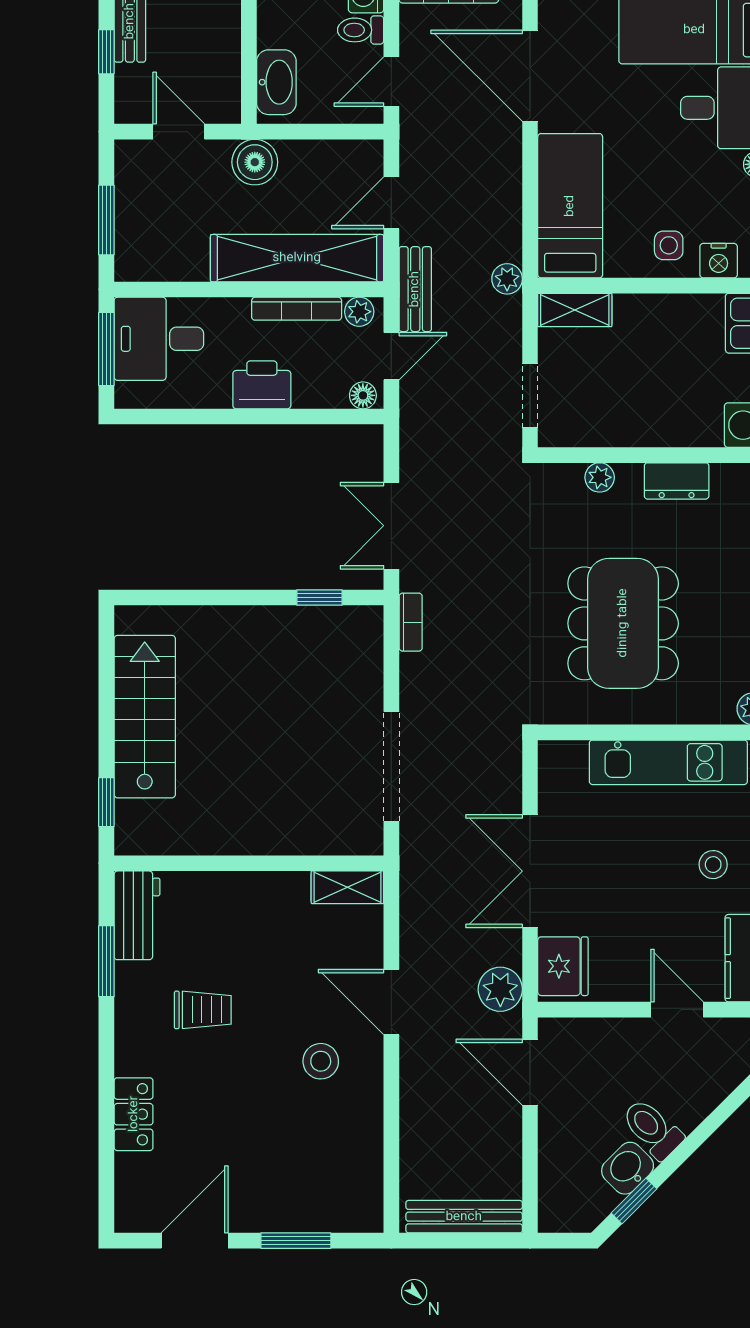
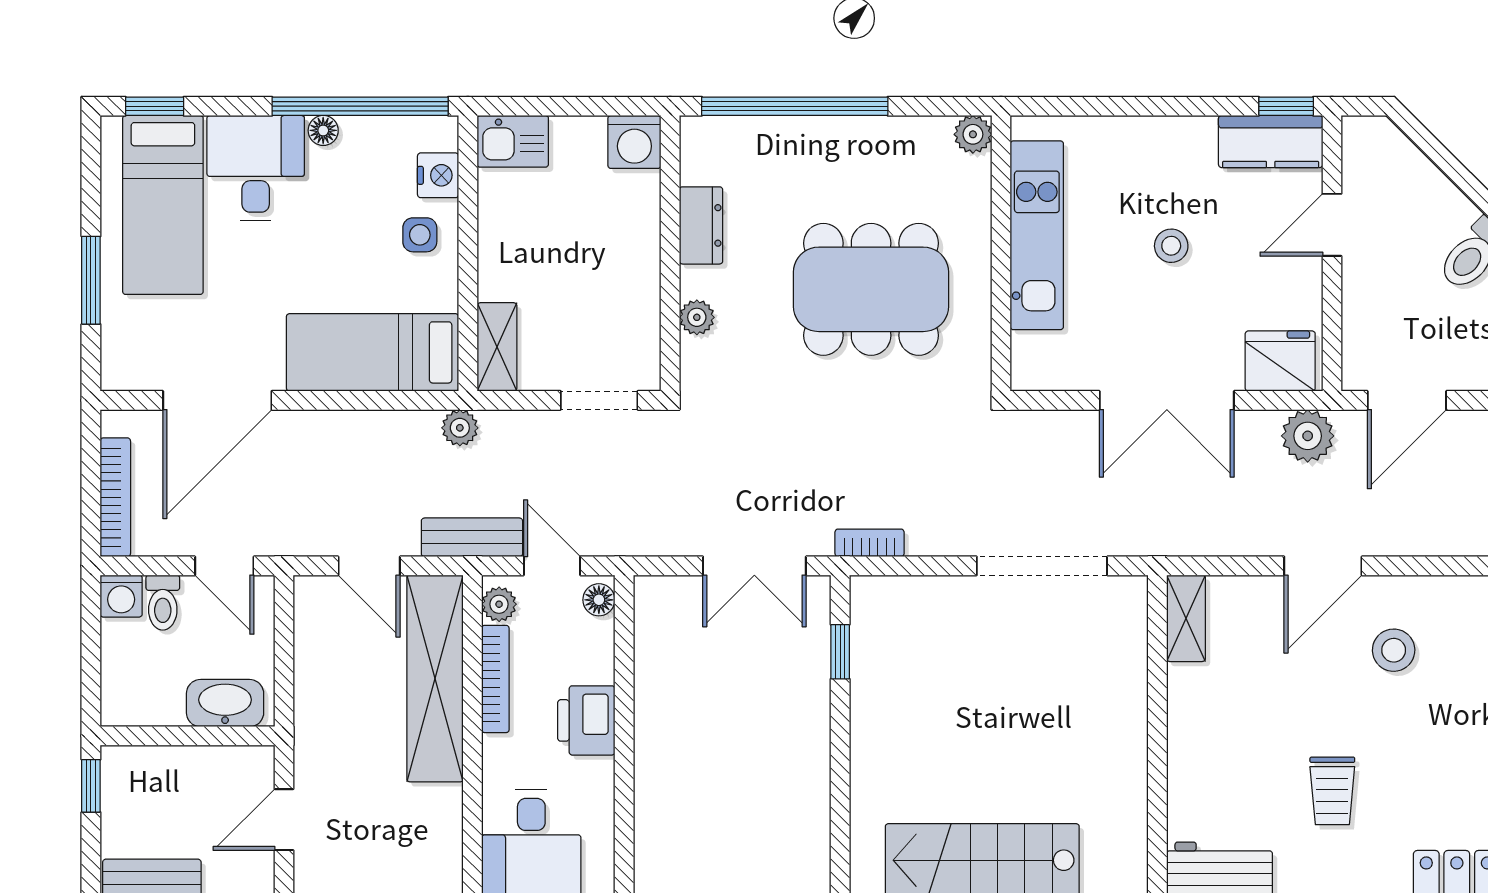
boiler: (255, 162) -> (320, 729), removed
stool: (713, 865) -> (1171, 246), moved
trolley: (203, 1010) -> (1332, 791), turned 180

